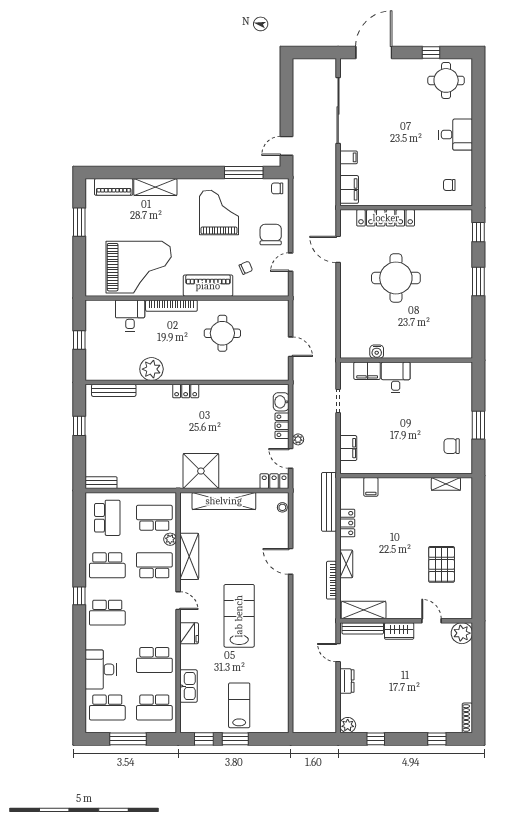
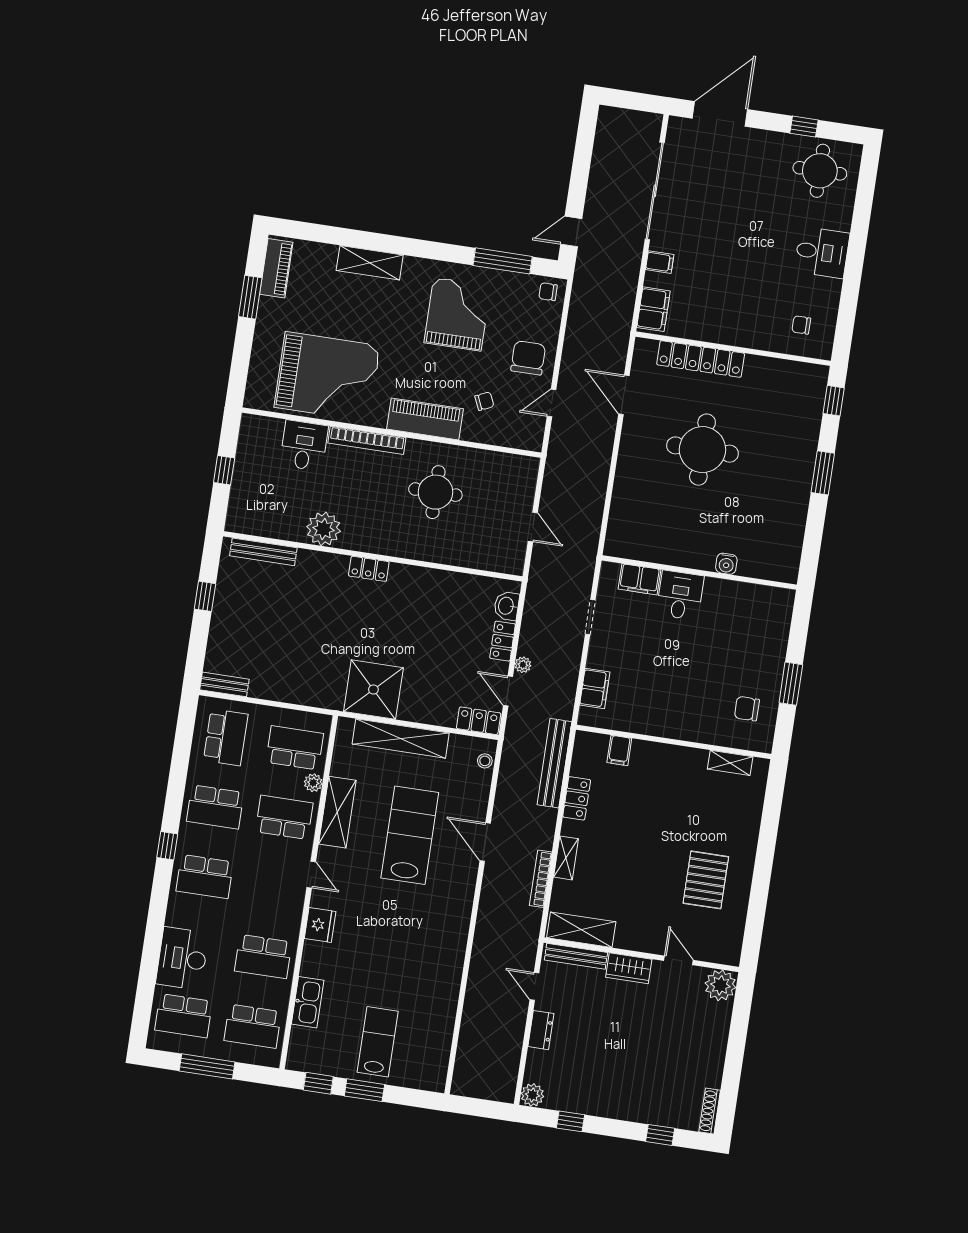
piano: (114, 187) -> (276, 268), moved, turned -90
water cooler: (377, 352) -> (726, 564), moved
lab bench: (239, 616) -> (410, 835), moved

